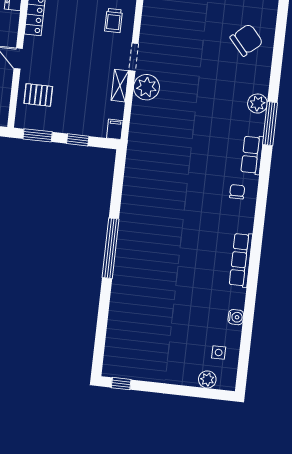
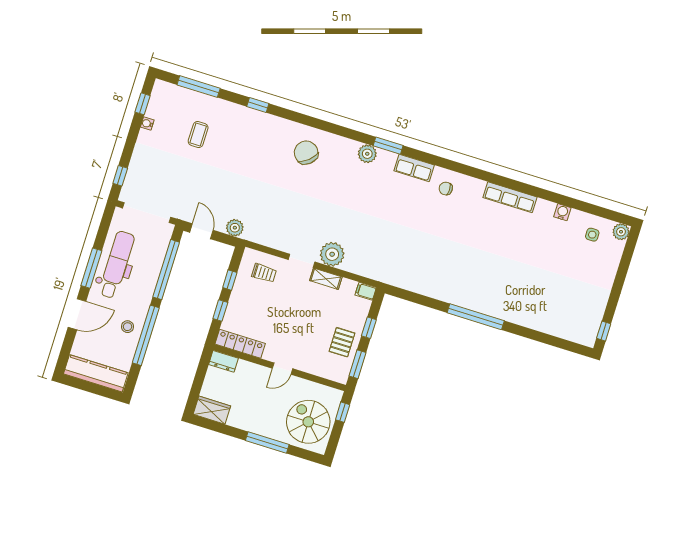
pallet: (38, 95) -> (342, 342), moved
window: (270, 124) -> (388, 146), width x0.69
plant: (207, 379) -> (621, 232), moved

